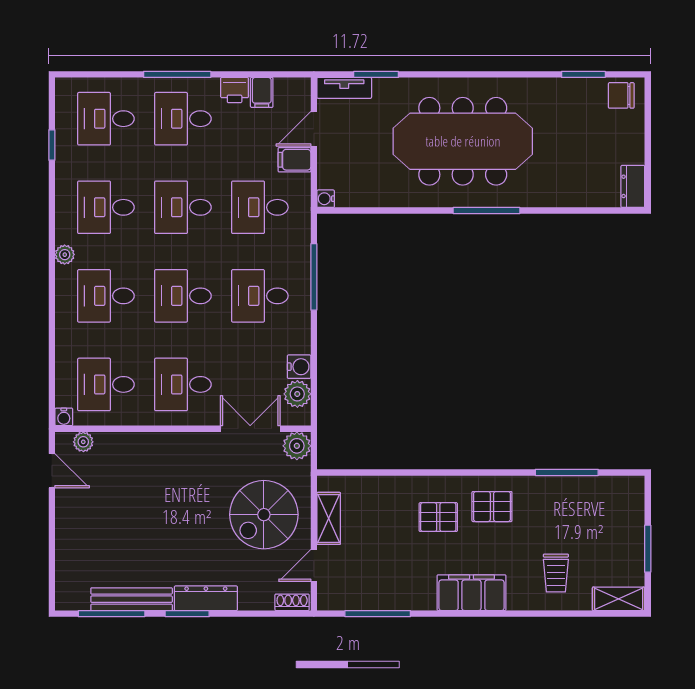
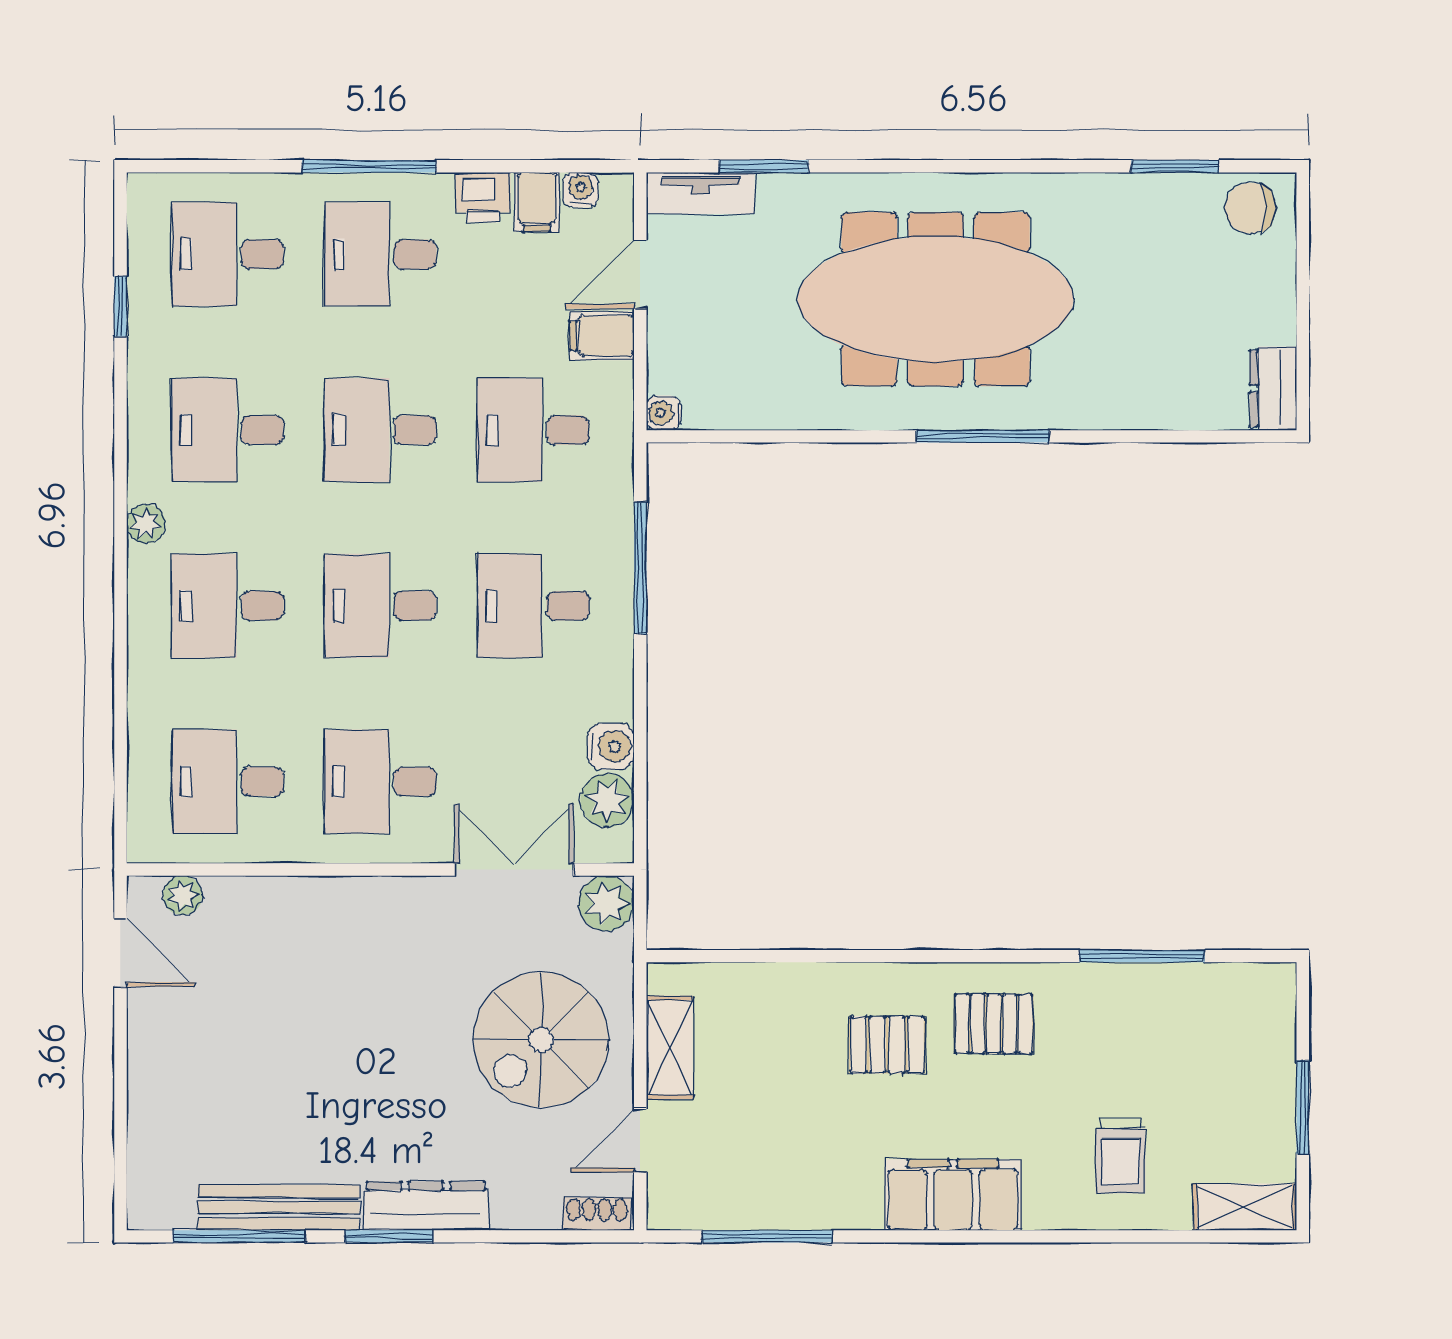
water cooler: (64, 417) -> (581, 190), moved, turned 180

